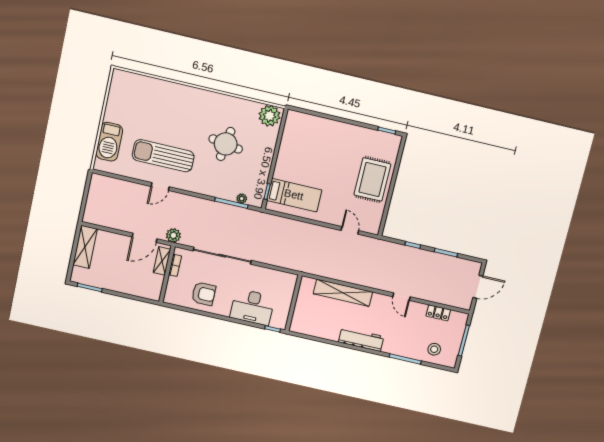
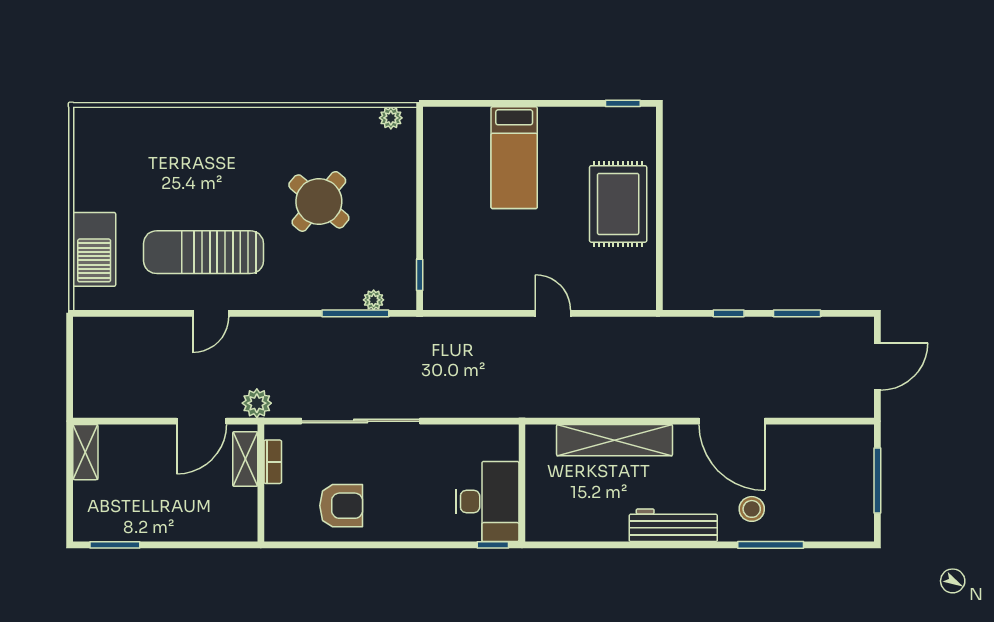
plant: (269, 116) -> (391, 118), width x0.53, depth x0.53
round table: (226, 144) -> (319, 201), turned 31
bed: (294, 195) -> (514, 158), moved, turned 90
door: (350, 230) -> (553, 313), moved
shelving: (85, 247) -> (85, 452), width x0.67, depth x0.75
door: (402, 297) -> (732, 421), width x1.87
desk: (252, 307) -> (487, 501), moved, turned -90
locker: (438, 313) -> (812, 436), removed
stool: (434, 349) -> (752, 509), moved

